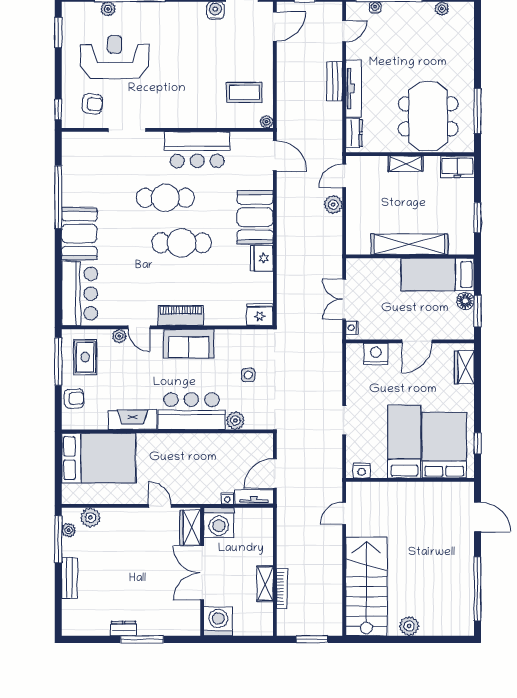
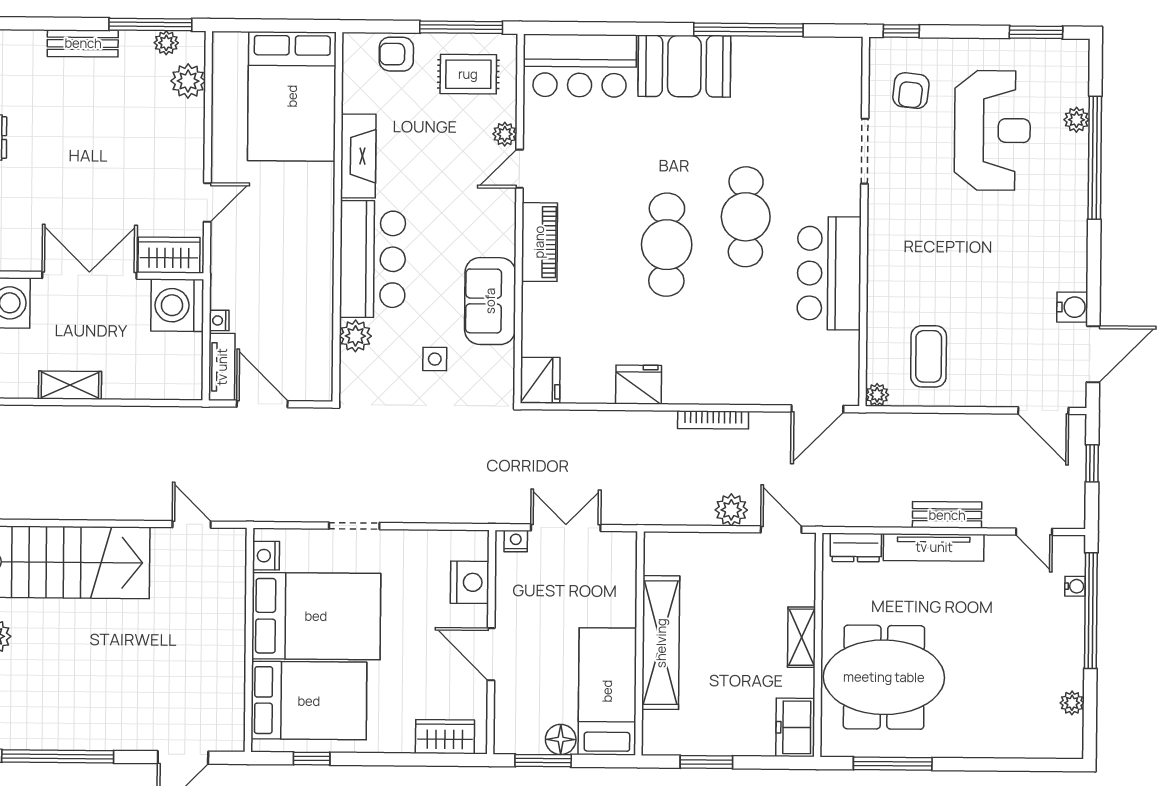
booth: (255, 217) -> (710, 374), removed
sofa: (189, 344) -> (490, 301), moved
armchair: (74, 398) -> (396, 54), turned 92
bed: (404, 442) -> (316, 616), width x1.50
bookcase: (282, 588) -> (713, 420), moved

